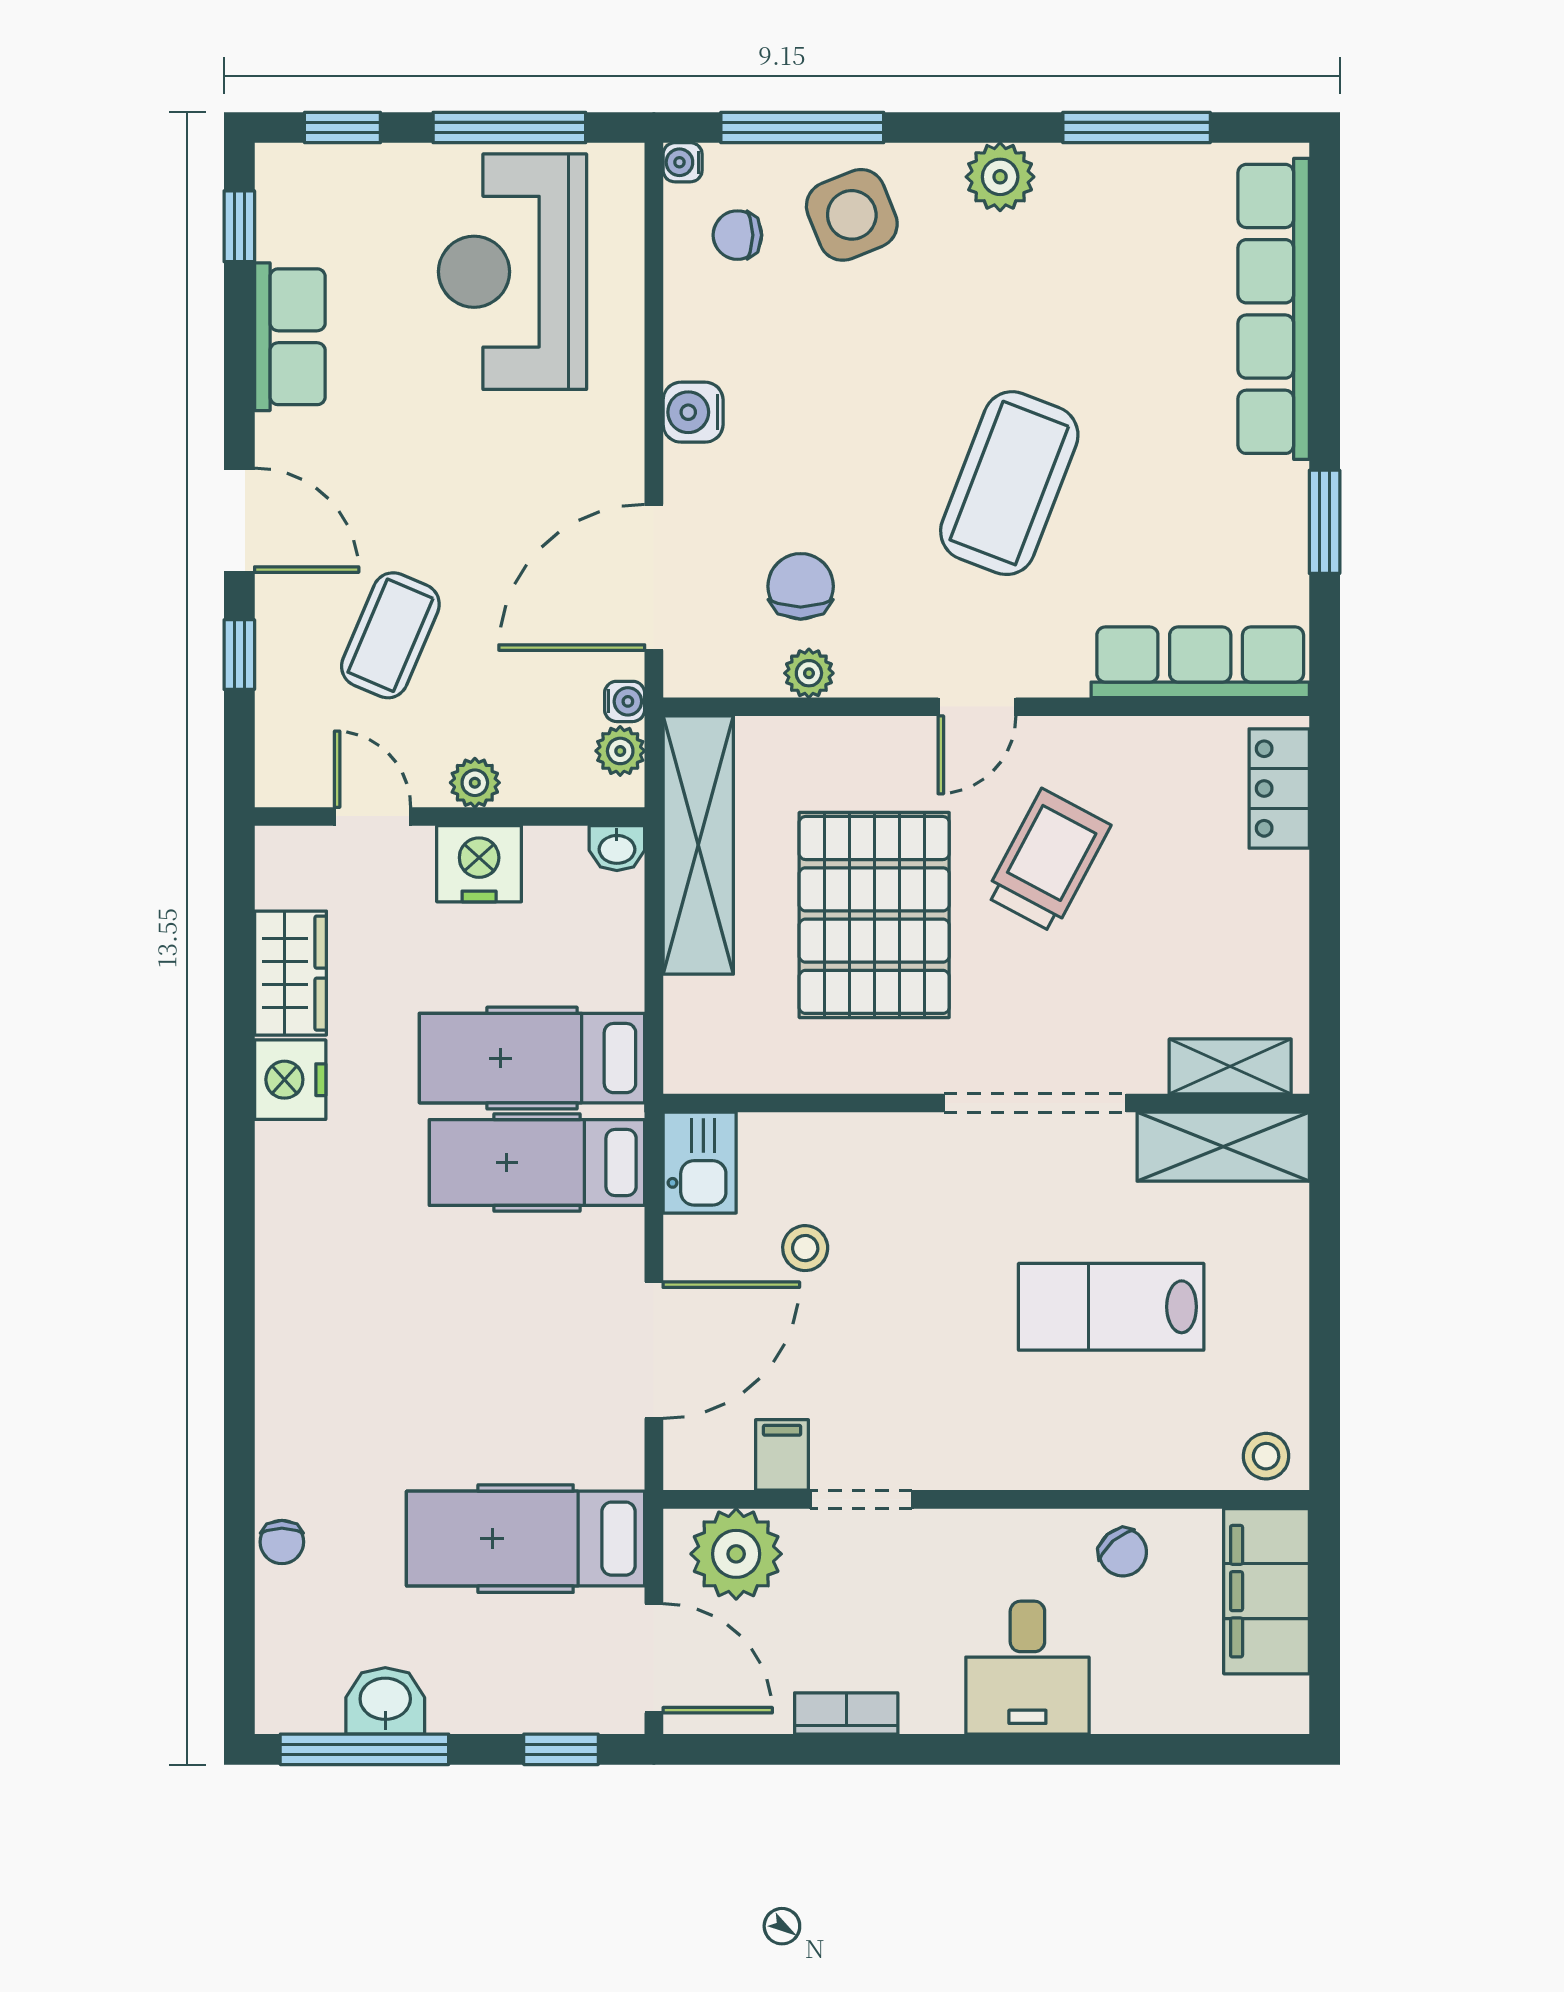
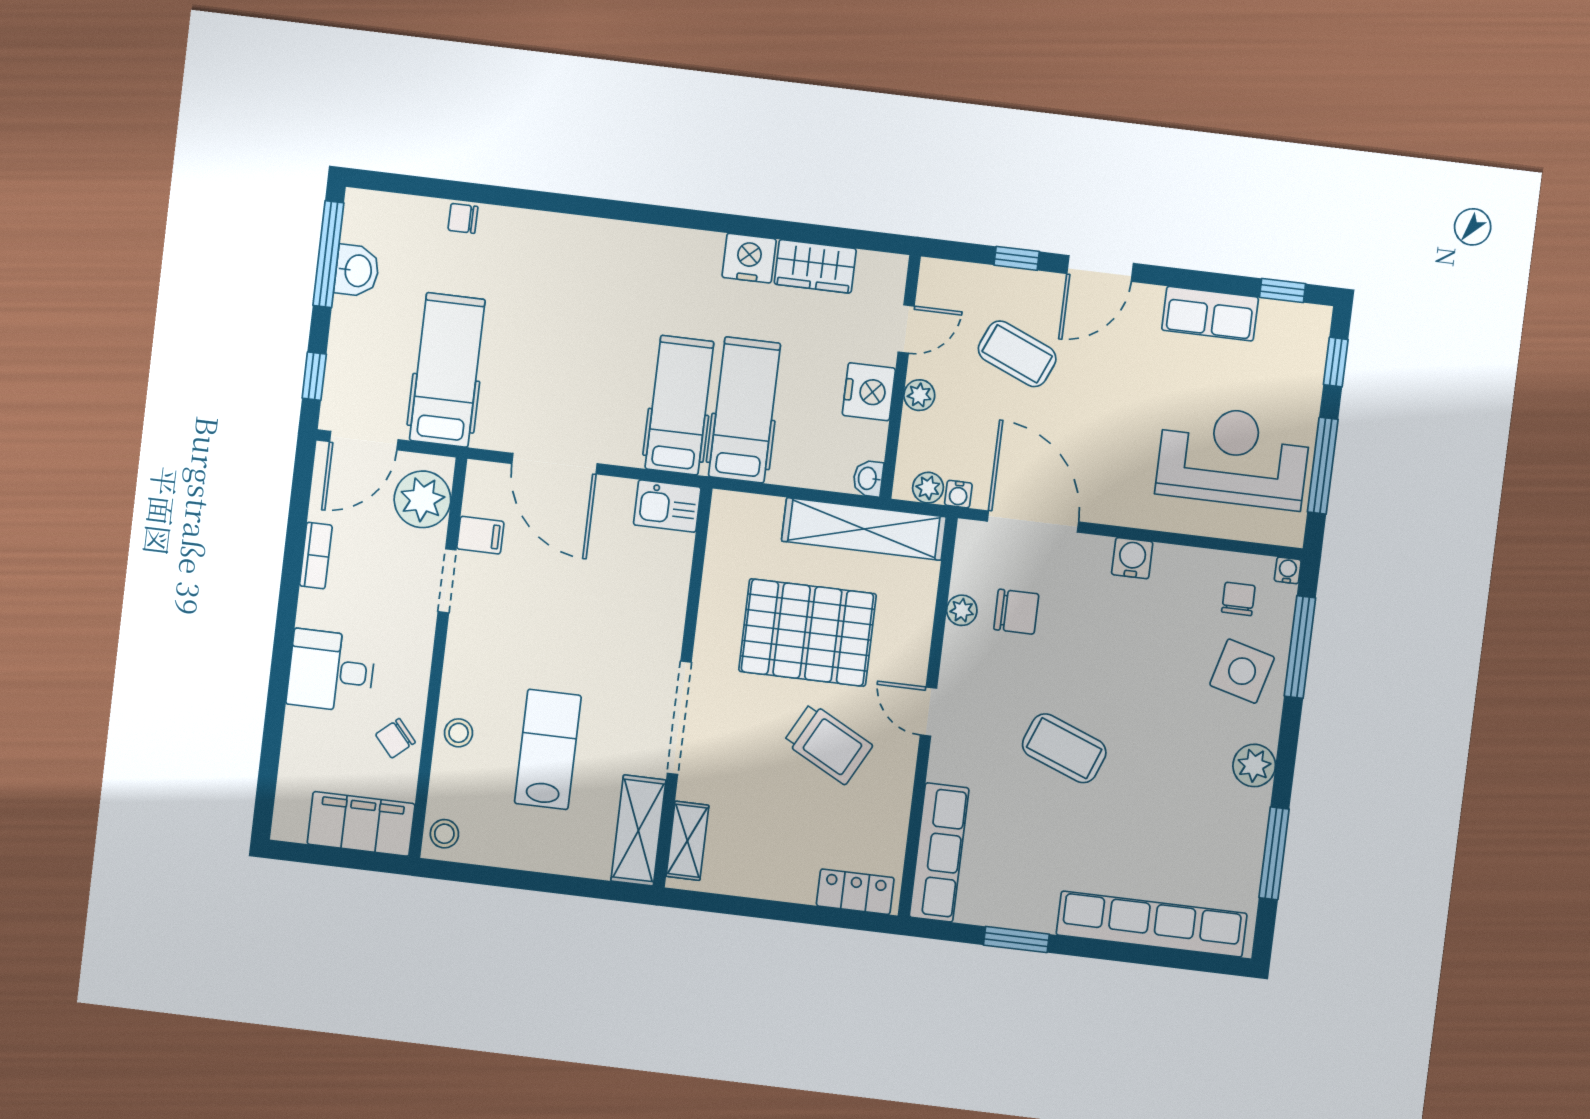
side table: (852, 215) -> (1242, 671), turned 37
coffee table: (1009, 483) -> (1064, 748), width x0.73, depth x0.76
stool: (805, 1248) -> (459, 733), moved

